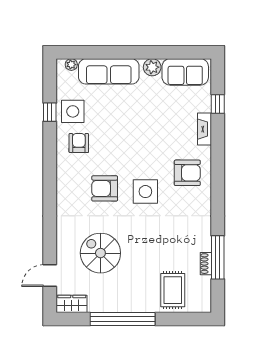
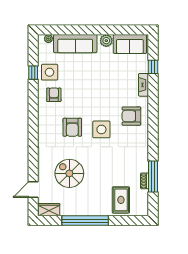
armchair: (187, 173) -> (131, 116), turned 180
armchair: (105, 188) -> (72, 127), turned -90

